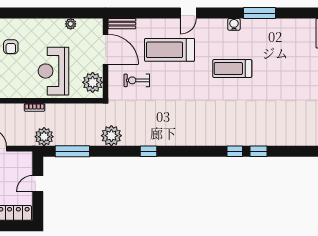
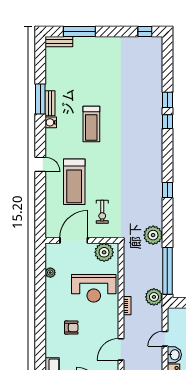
bench: (122, 24) -> (50, 103), moved
window: (72, 151) -> (167, 271), width x1.46
window: (148, 151) -> (167, 190), moved

